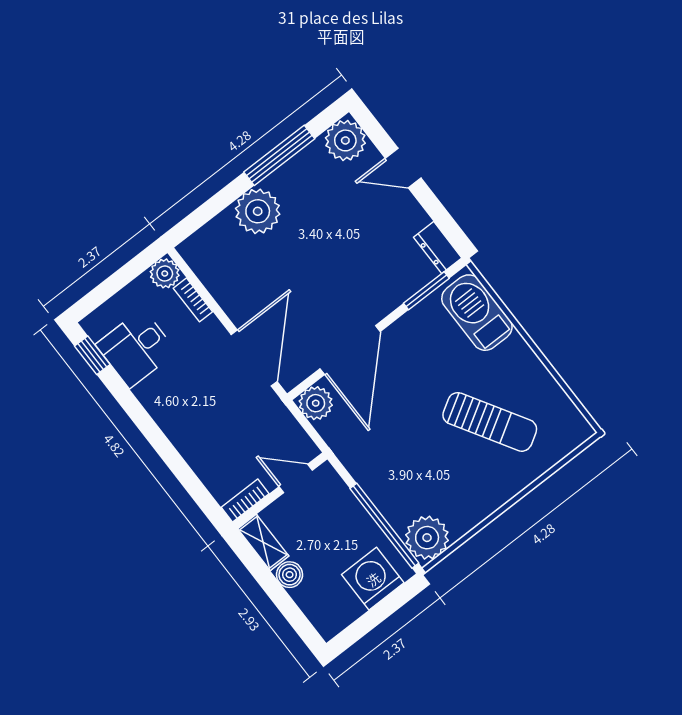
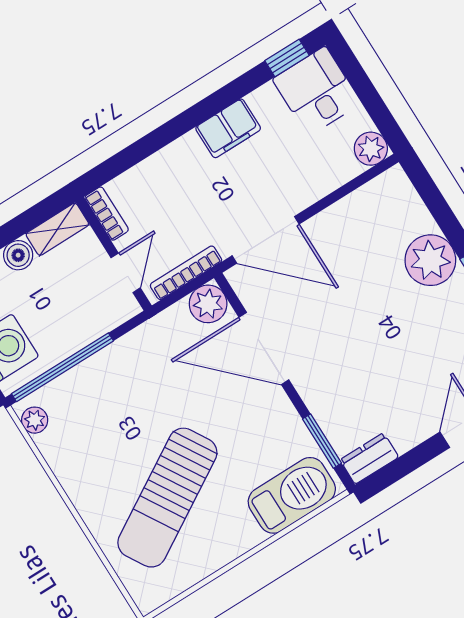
bookcase: (193, 300) -> (186, 273), moved, width x1.56
desk: (136, 348) -> (317, 91), moved
filing cabinet: (159, 401) -> (228, 128), added
sun lounger: (490, 422) -> (167, 498), width x1.36, depth x1.34
plant: (427, 538) -> (35, 420), width x0.53, depth x0.53

